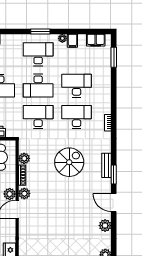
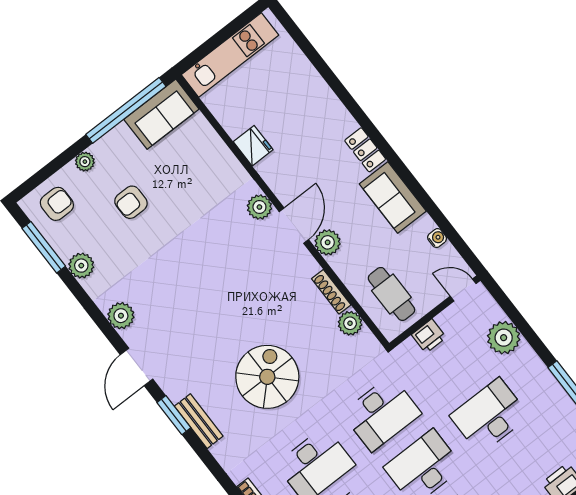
spiral stairs: (69, 162) -> (267, 377), turned 180
plant: (24, 194) -> (259, 207), moved
door: (114, 203) -> (136, 367), swing flipped

